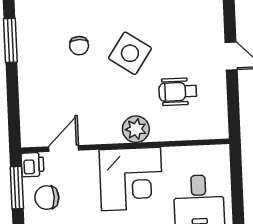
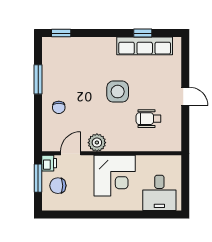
chair: (79, 46) -> (59, 107), moved
side table: (130, 53) -> (118, 92), turned -34
plant: (136, 129) -> (97, 143), moved

